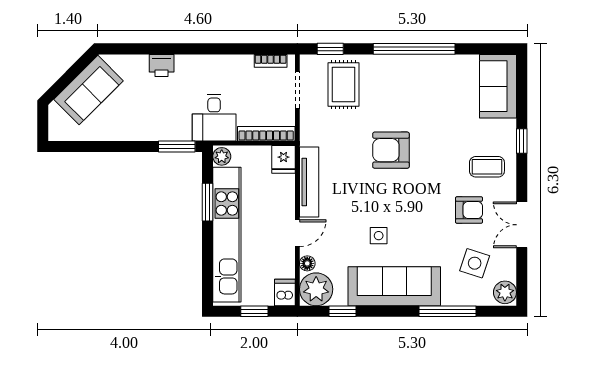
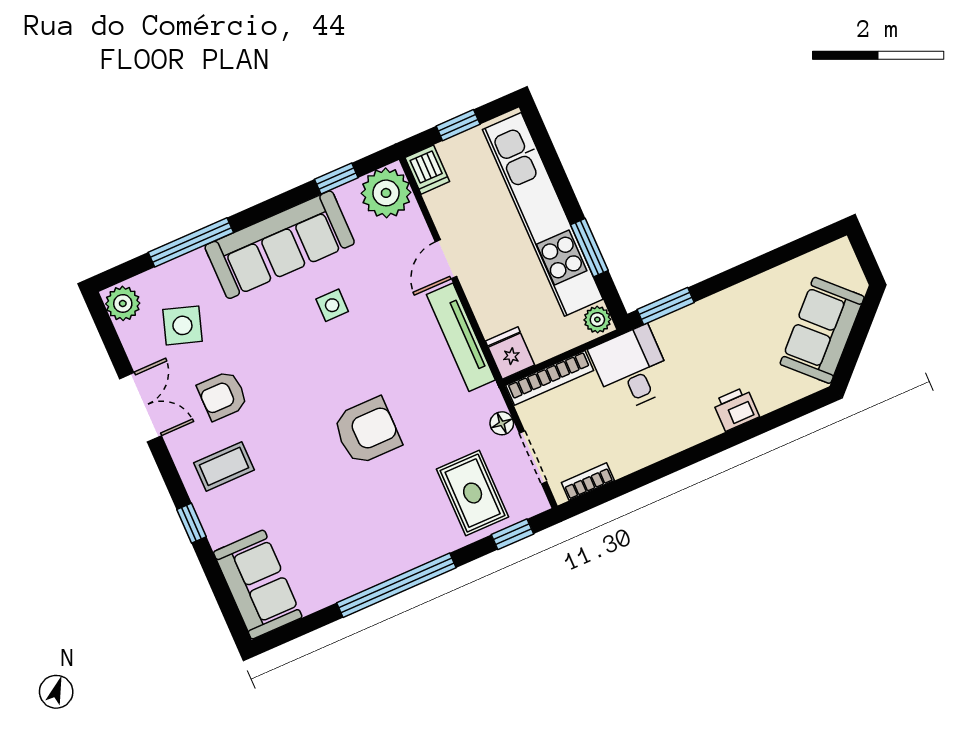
floor lamp: (307, 263) -> (502, 423), moved

